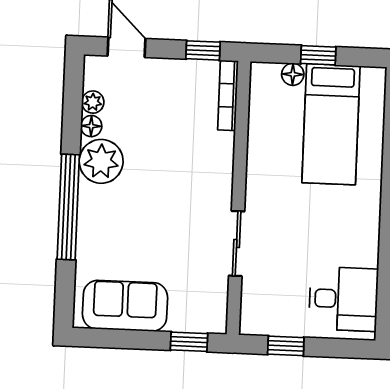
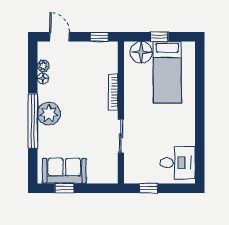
floor lamp: (293, 74) -> (141, 52), width x1.89, depth x1.89
bookcase: (228, 95) -> (113, 92), moved
plant: (101, 161) -> (49, 114), moved
window: (189, 342) -> (64, 188), moved

